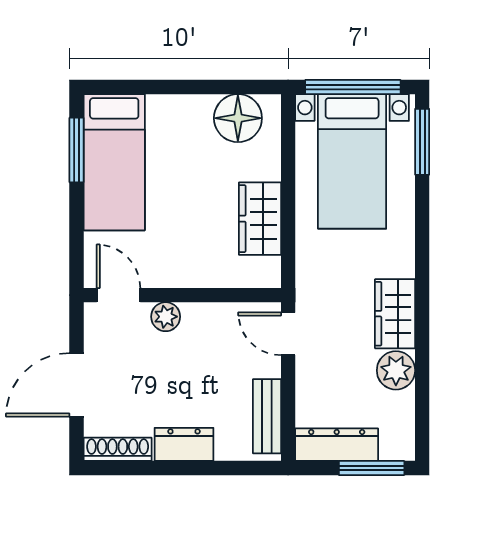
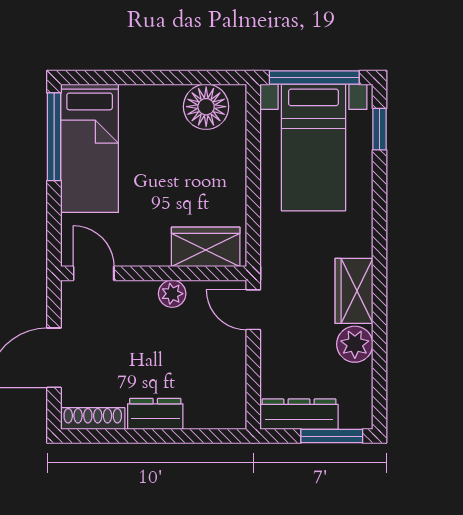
window: (422, 142) -> (379, 129), width x0.67
window: (76, 150) -> (54, 137), width x1.44
wardrobe: (260, 219) -> (206, 247), moved, turned 90
plant: (166, 317) -> (172, 294), moved
bench: (267, 416) -> (233, 387), removed

